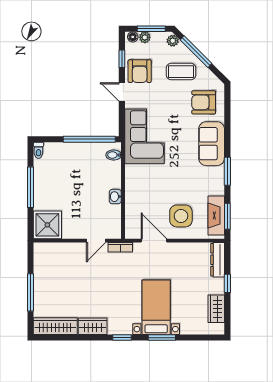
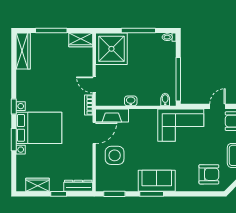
armchair: (204, 102) -> (209, 174), turned 90
sofa: (212, 144) -> (157, 181), moved
fireplace: (216, 216) -> (112, 115), moved, turned 180
shower: (47, 225) -> (111, 49), width x1.37, depth x1.37
bed with nightstands: (156, 307) -> (39, 128), width x1.36
wardrobe: (93, 326) -> (81, 40), moved, turned 90

